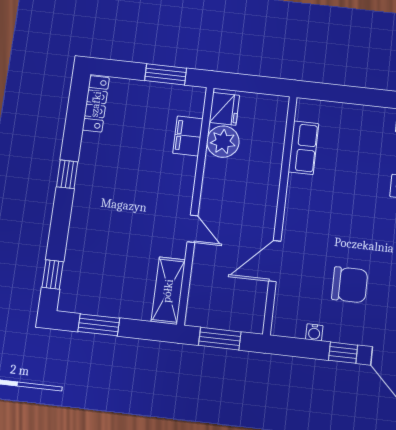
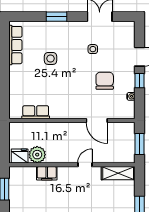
filing cabinet: (188, 136) -> (47, 173), moved

